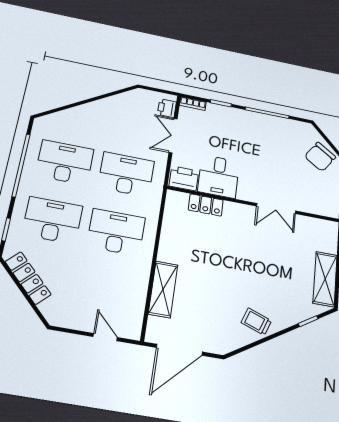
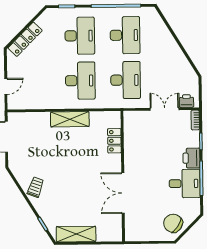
desk: (219, 176) -> (185, 184), moved, turned 180
printer: (184, 178) -> (191, 158), moved, turned 180
double door: (276, 208) -> (123, 193), width x1.37
locker: (28, 278) -> (25, 39), moved
shelving: (163, 289) -> (70, 119), moved

